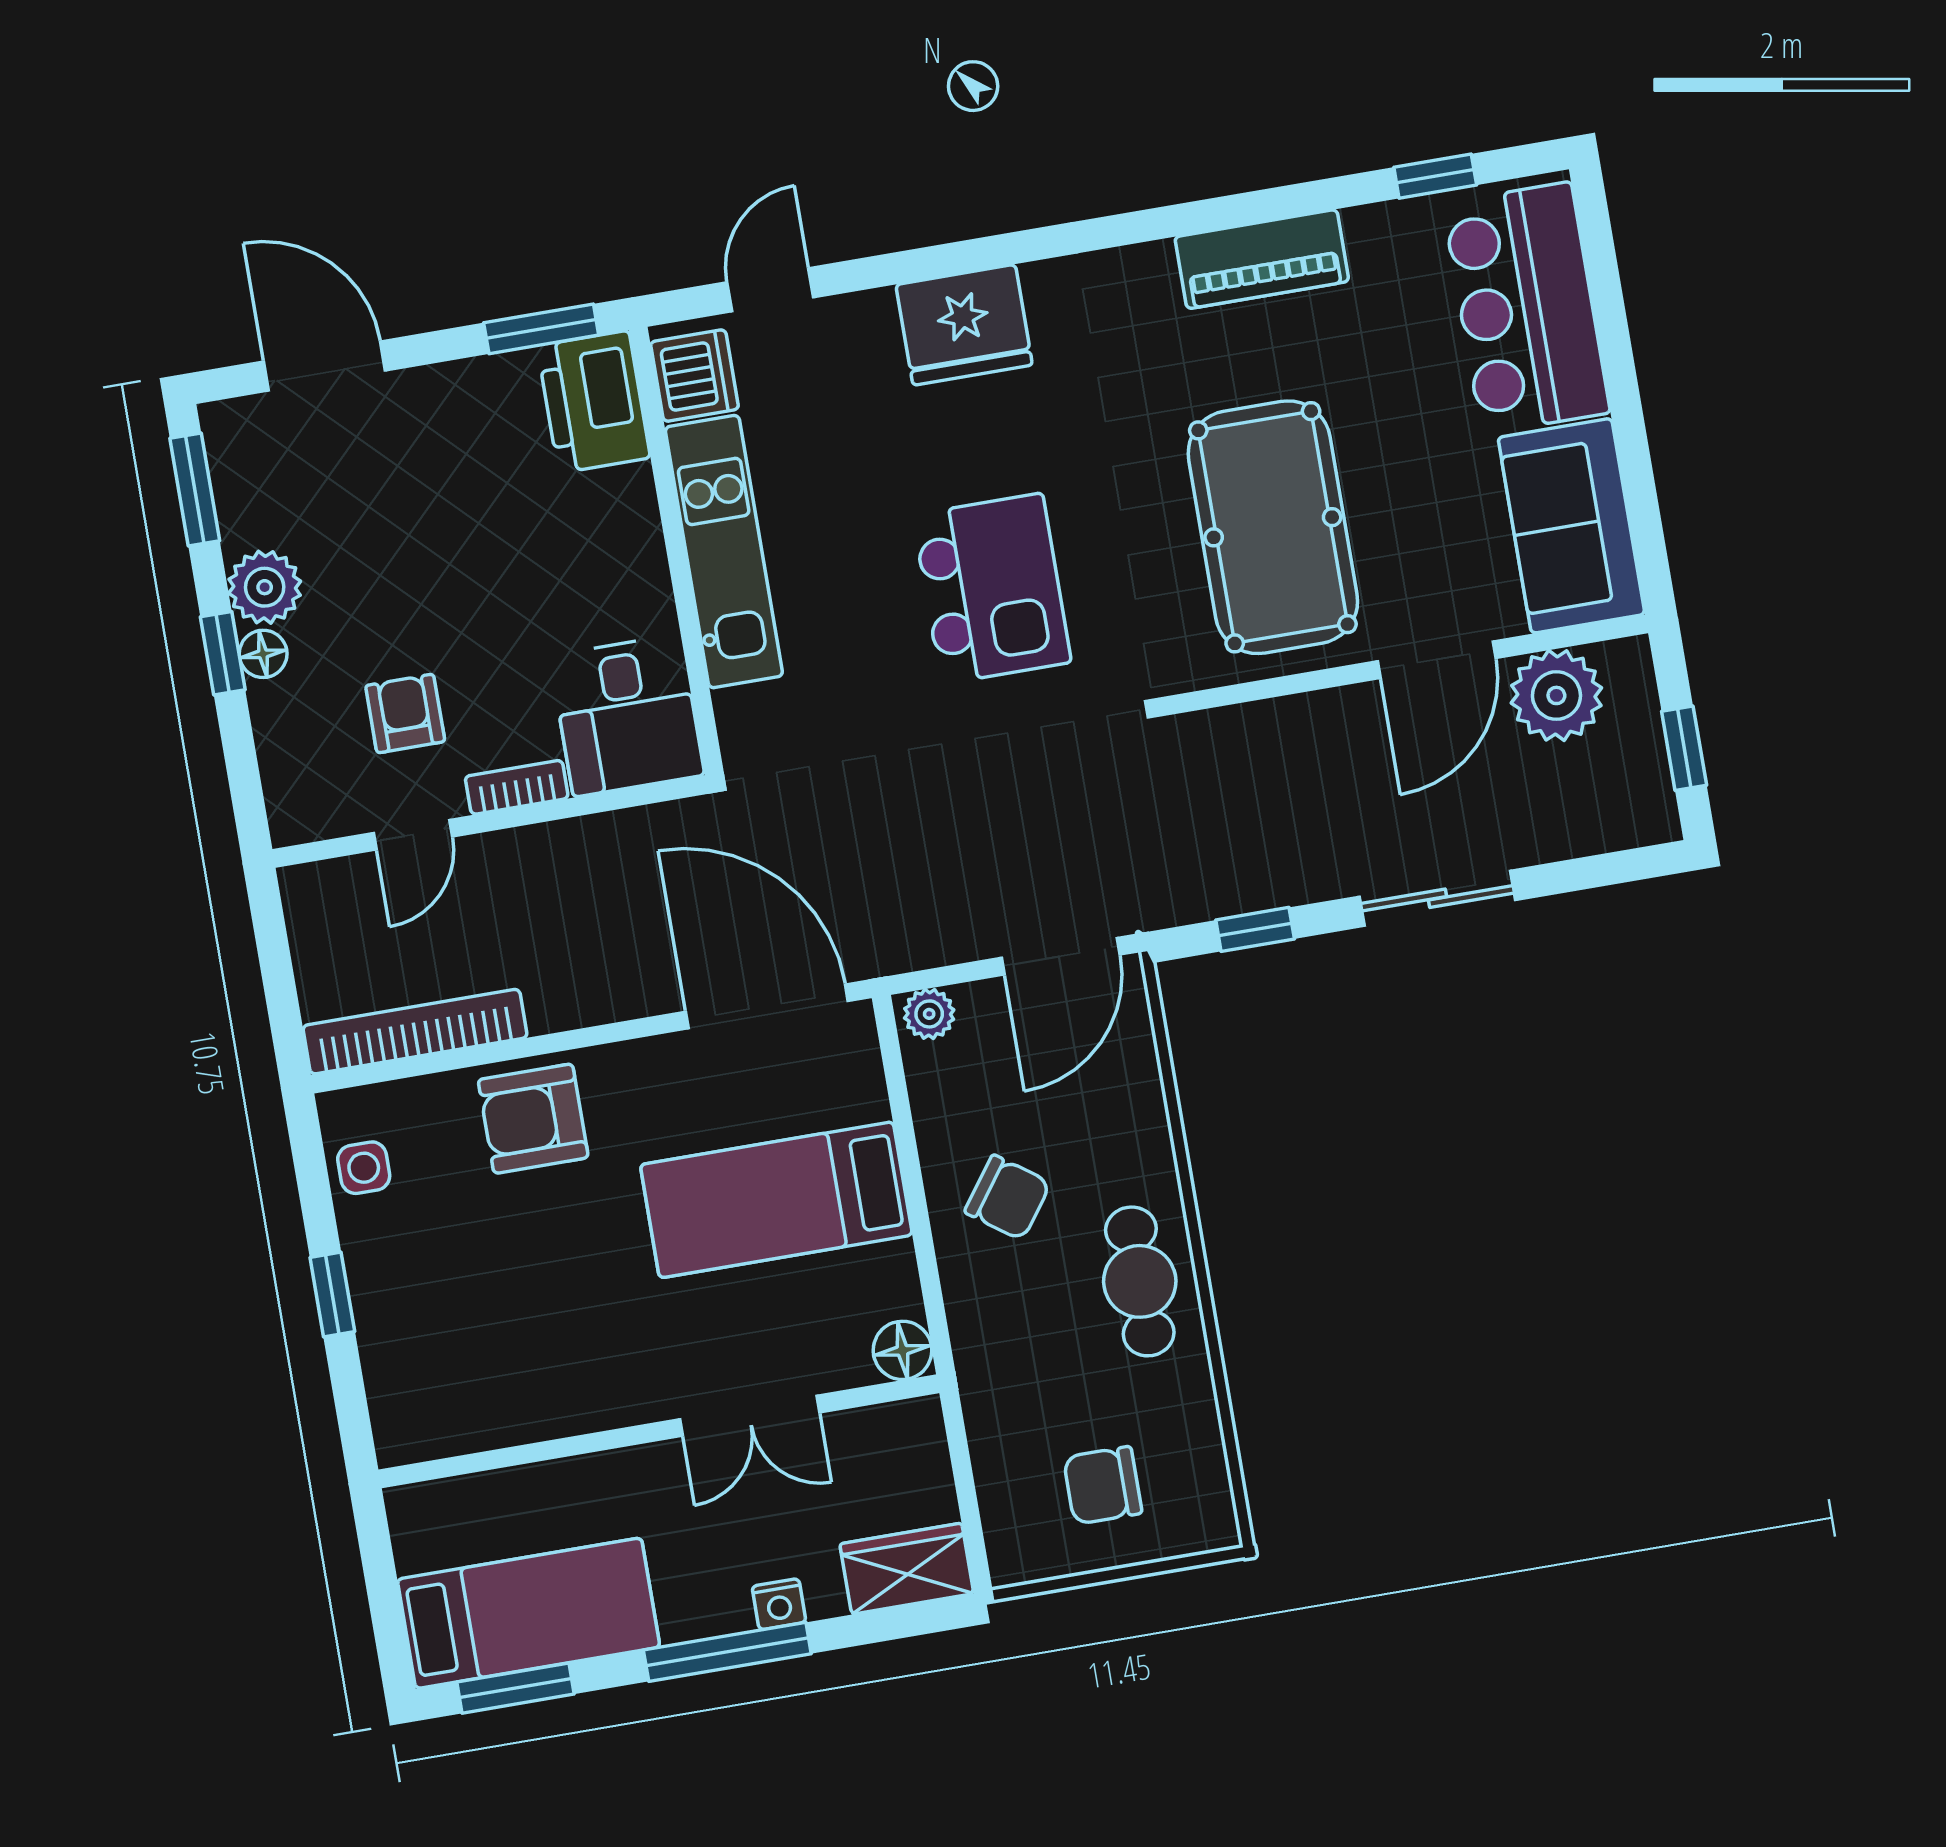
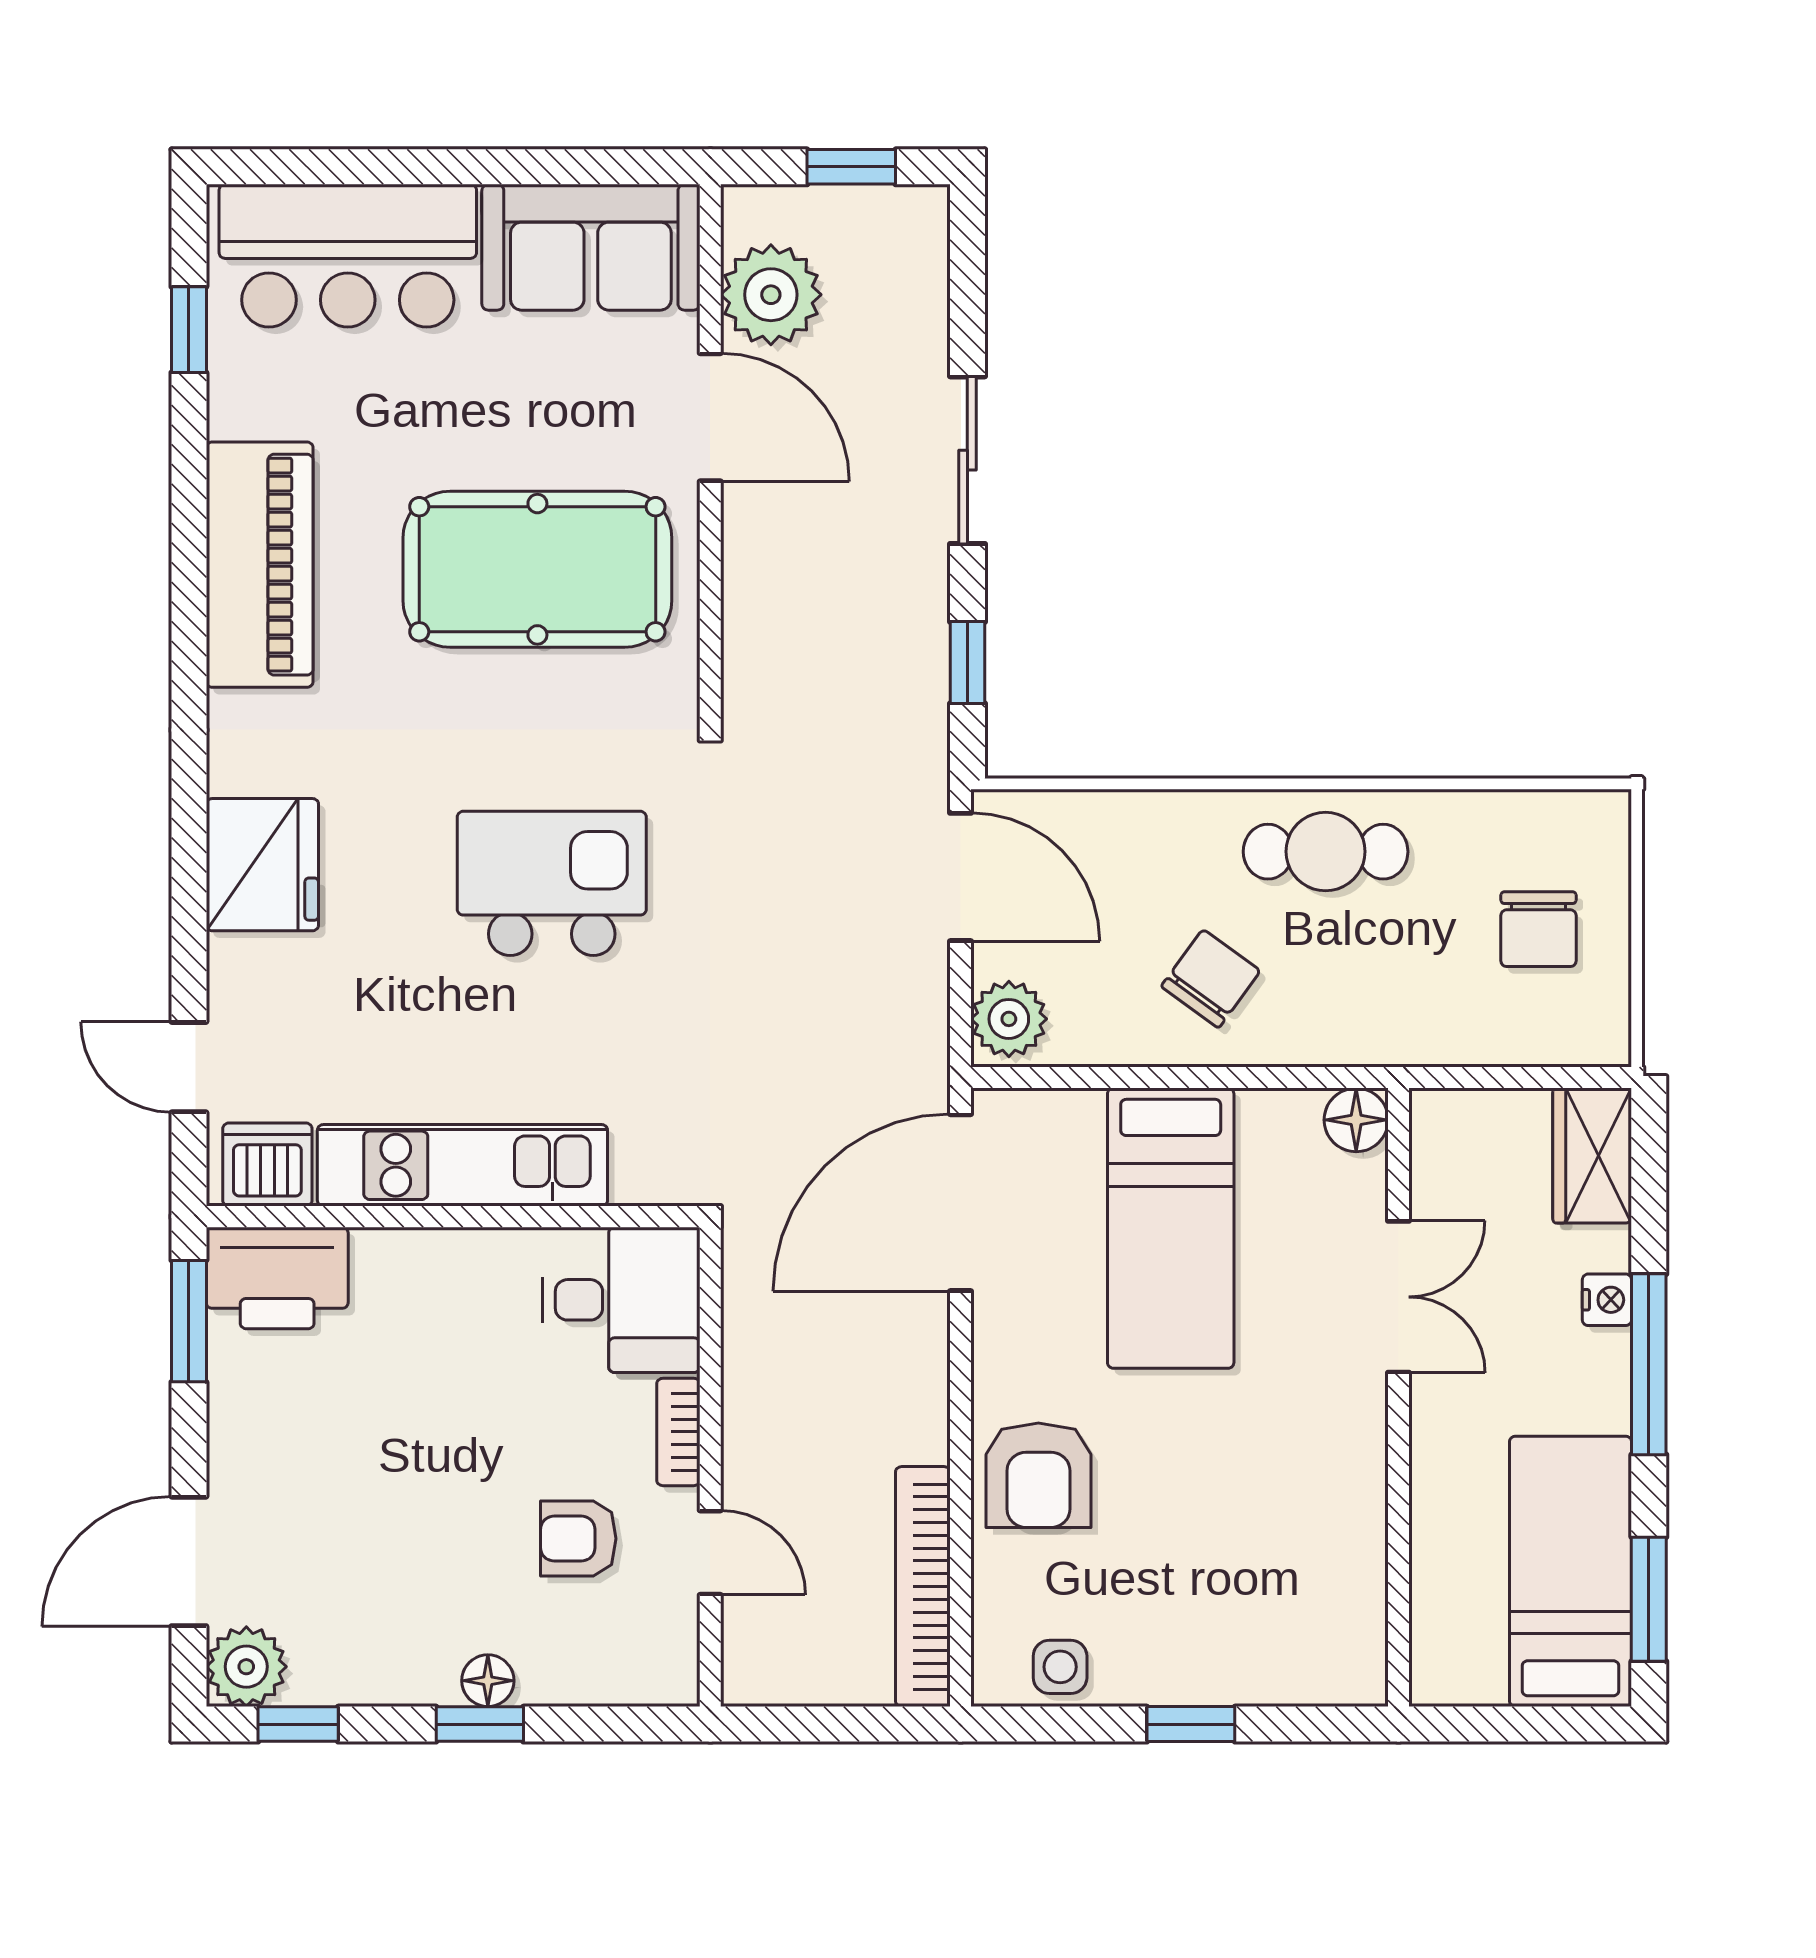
piano: (1262, 259) -> (260, 565), width x1.37, depth x1.33
window: (195, 490) -> (298, 1724), width x0.67
plant: (265, 587) -> (246, 1667), moved
plant: (929, 1014) -> (1009, 1019), width x1.38, depth x1.38

